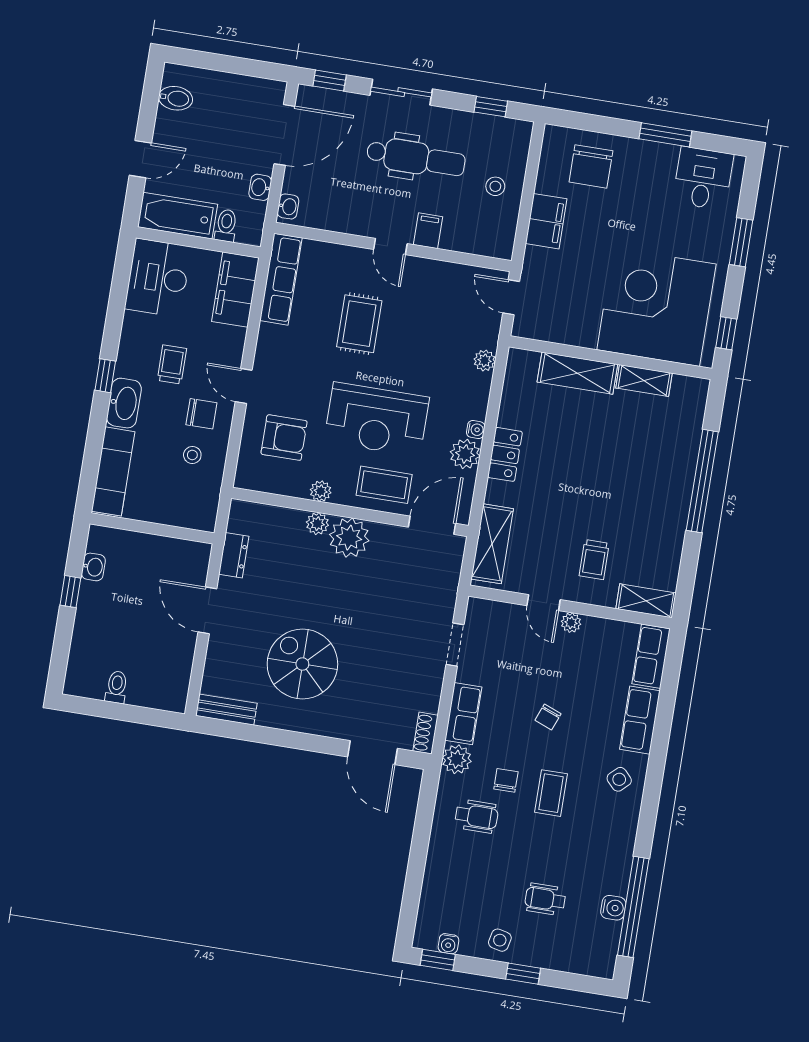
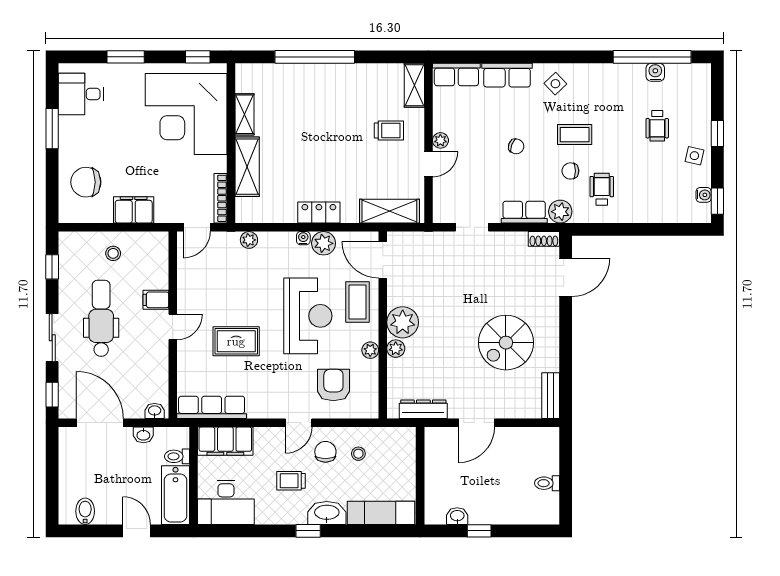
chair: (591, 166) -> (86, 182), turned 180
bookcase: (543, 333) -> (220, 198), added
dresser: (234, 555) -> (423, 409), width x1.44

